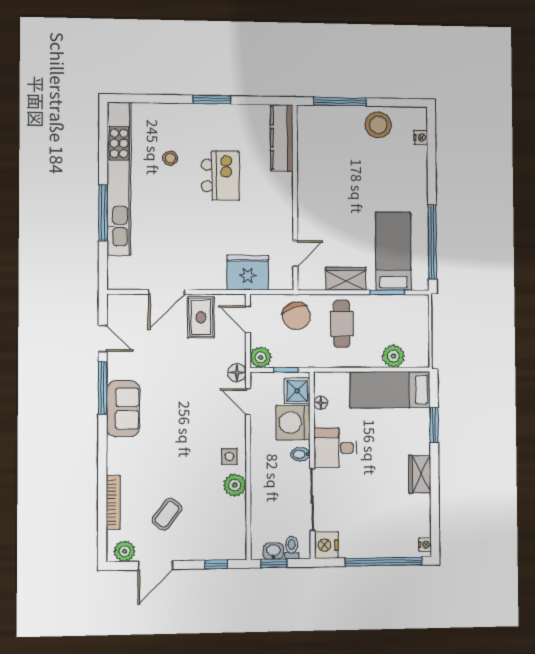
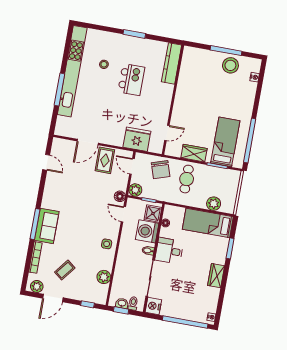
window: (340, 102) -> (226, 51), moved
window: (103, 388) -> (35, 224), moved
sofa: (123, 409) -> (47, 226), moved
plant: (235, 485) -> (104, 277), moved

